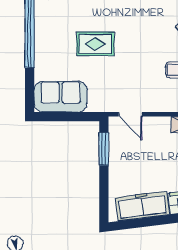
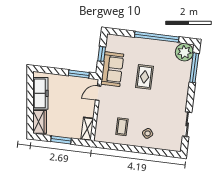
sofa: (61, 97) -> (112, 69), moved
window: (67, 117) -> (102, 54), added

